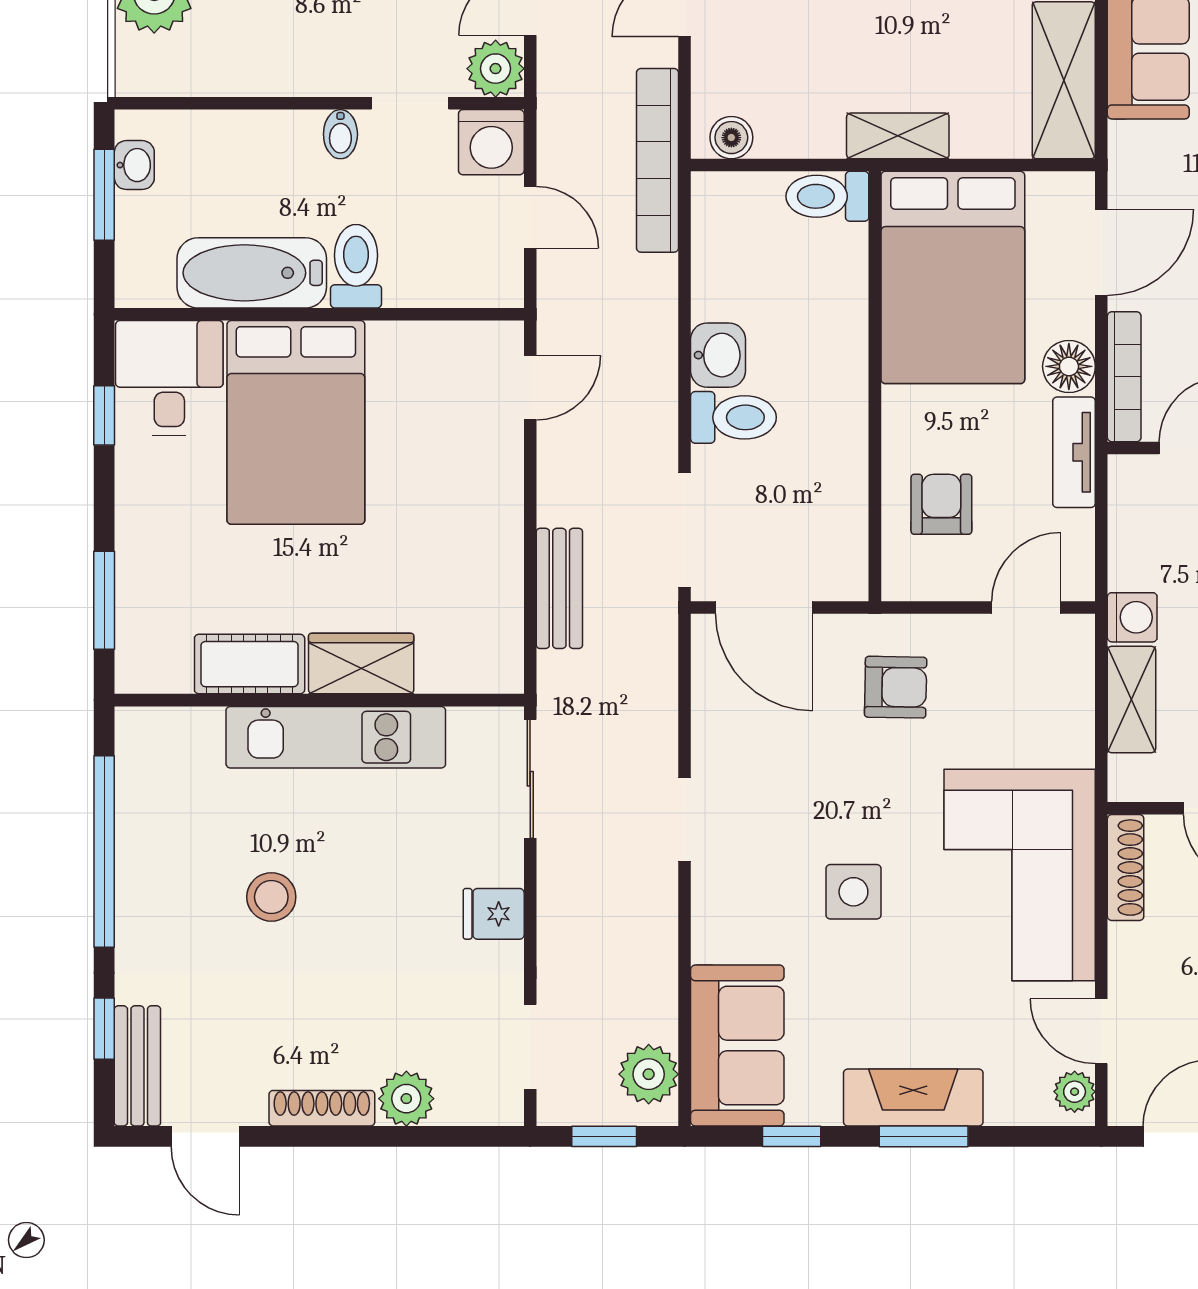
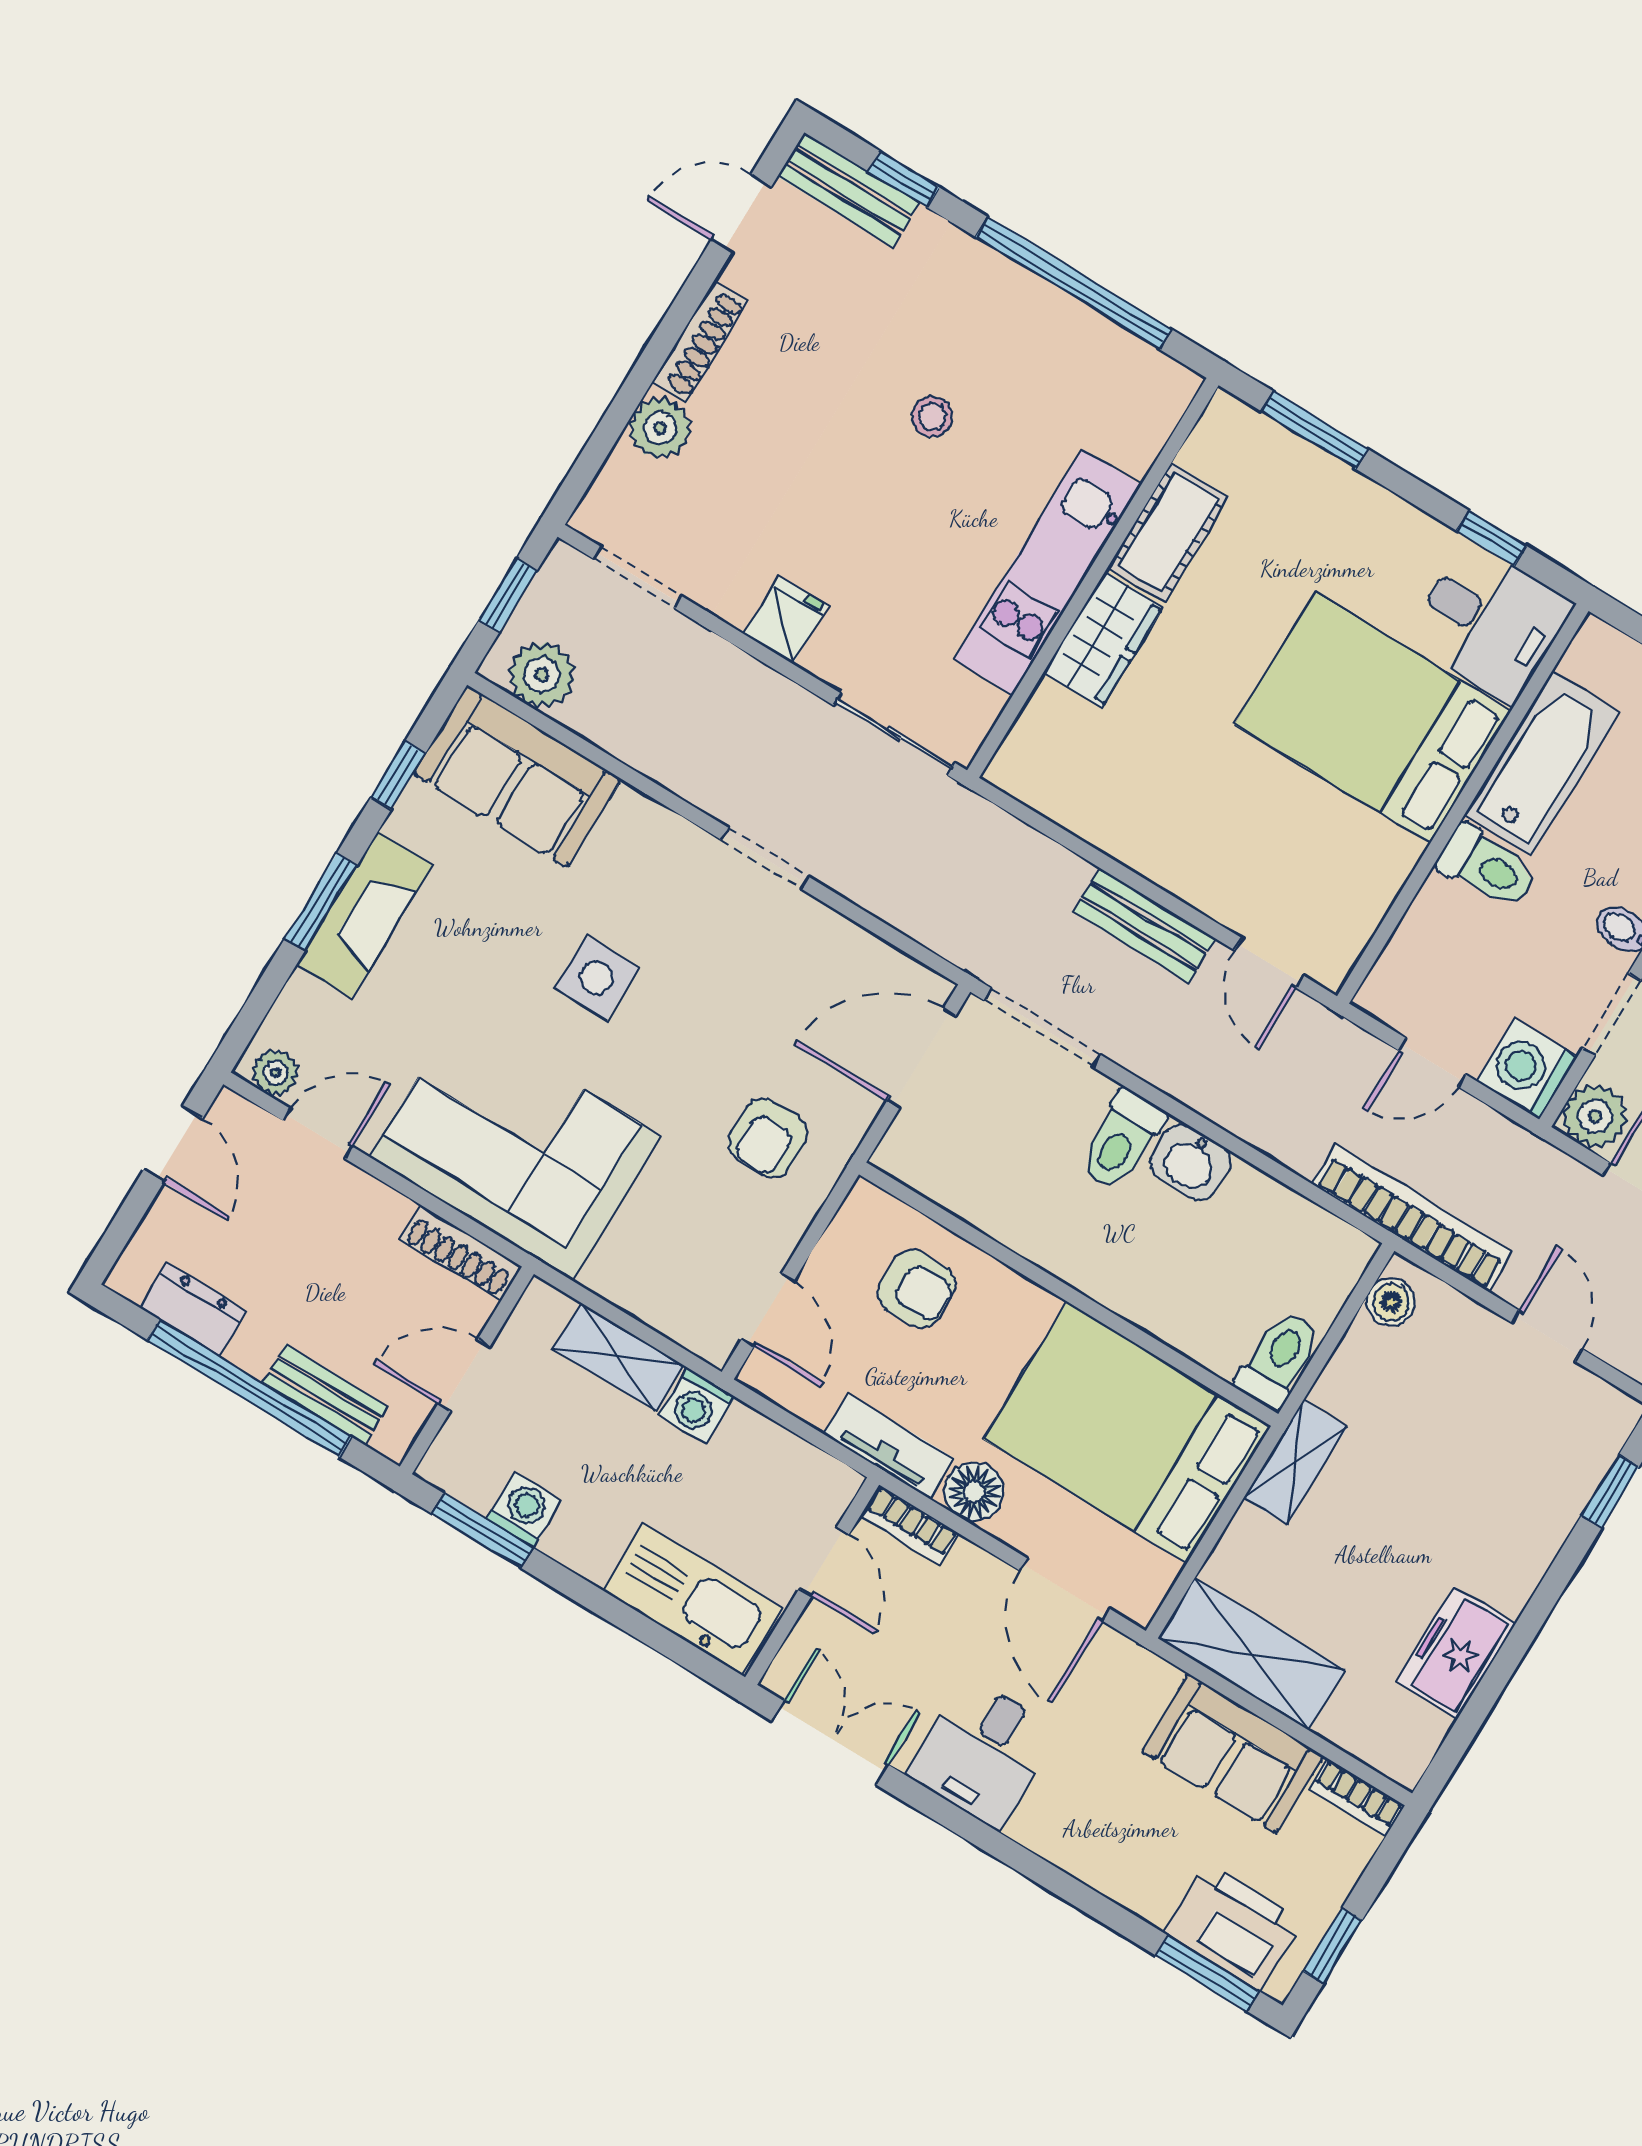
bookcase: (1124, 377) -> (909, 1525), width x0.64
bench: (559, 588) -> (1144, 925), moved
stool: (271, 897) -> (932, 417), width x0.73, depth x0.73

